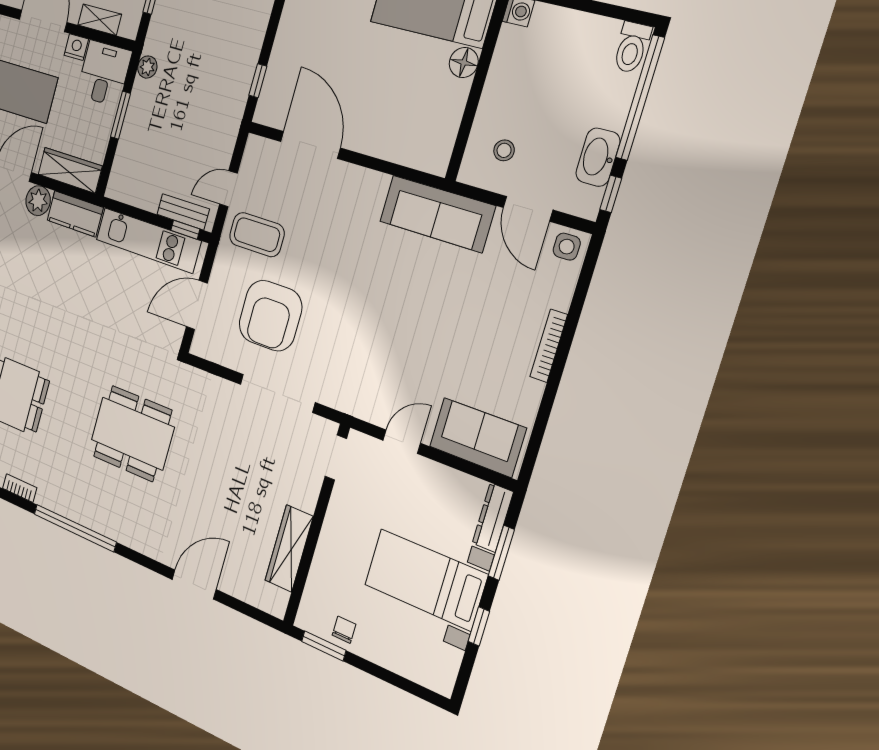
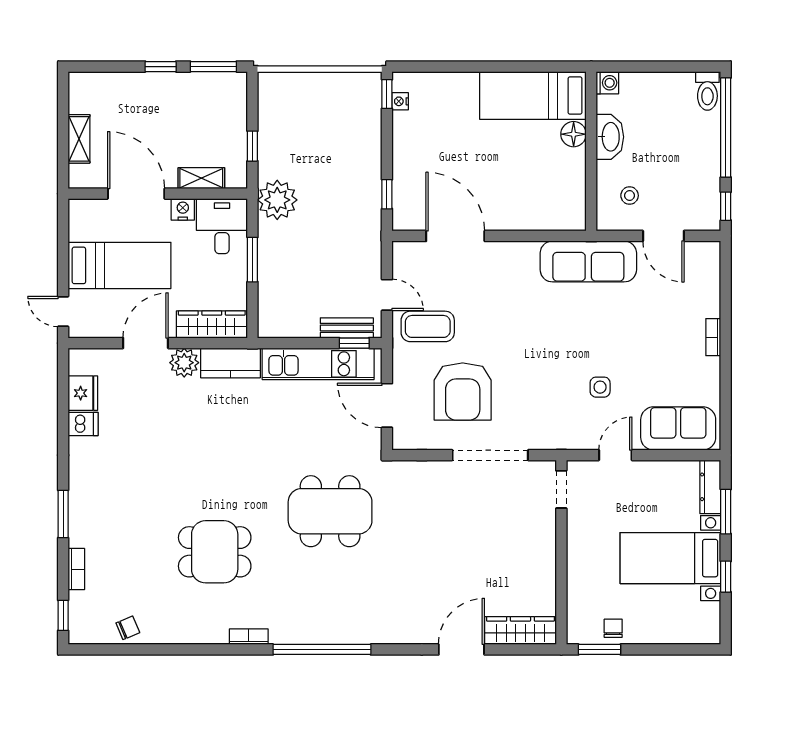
plant: (147, 67) -> (277, 200), width x1.88, depth x1.88
washbasin: (598, 157) -> (610, 137), moved, turned 180
door: (228, 189) -> (387, 295), swing flipped
side table: (567, 247) -> (600, 387), moved
door: (197, 305) -> (387, 405), hinge flipped
bookcase: (549, 346) -> (713, 337), width x0.64
dining table: (132, 433) -> (330, 511), moved
wardrobe: (289, 548) -> (520, 631), moved, turned 90

